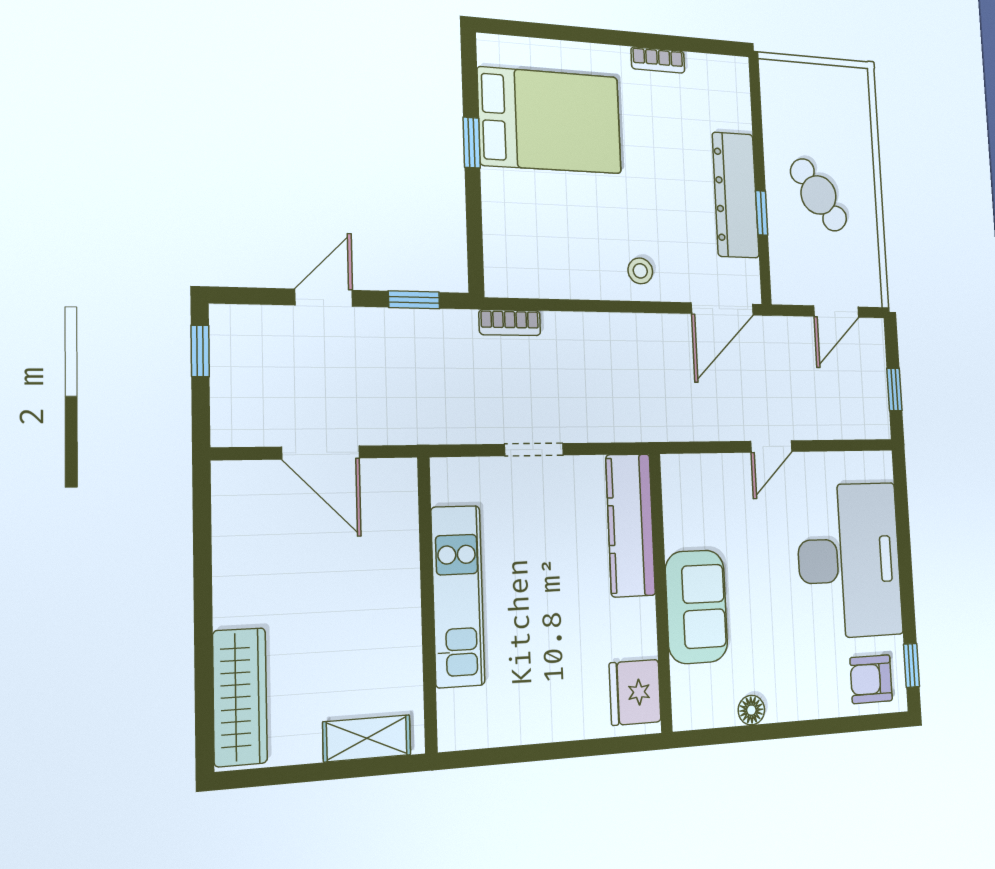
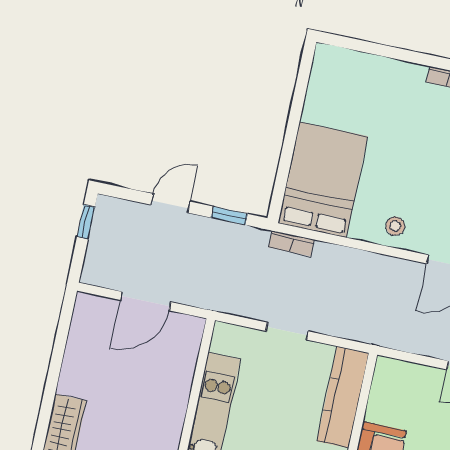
bed: (550, 121) -> (323, 180), moved, turned -90
window: (472, 143) -> (295, 117), removed
door: (321, 453) -> (146, 301), hinge flipped

